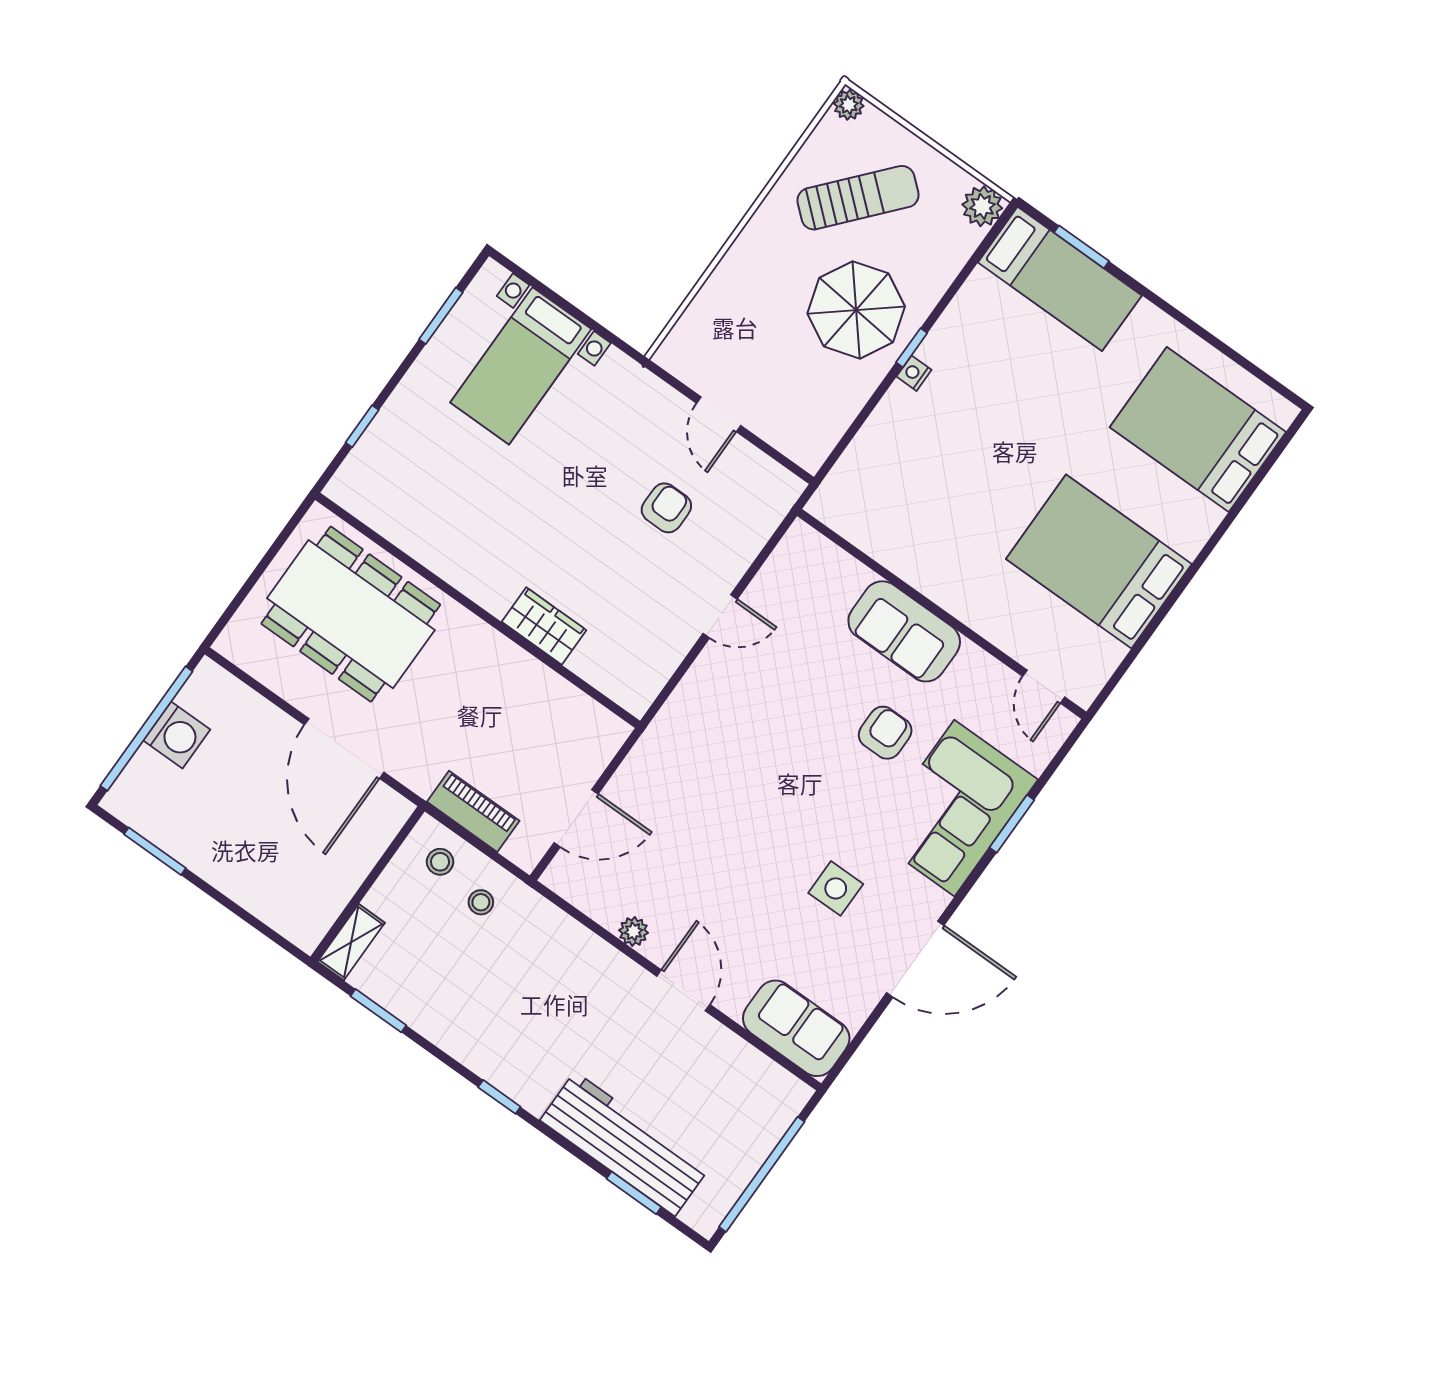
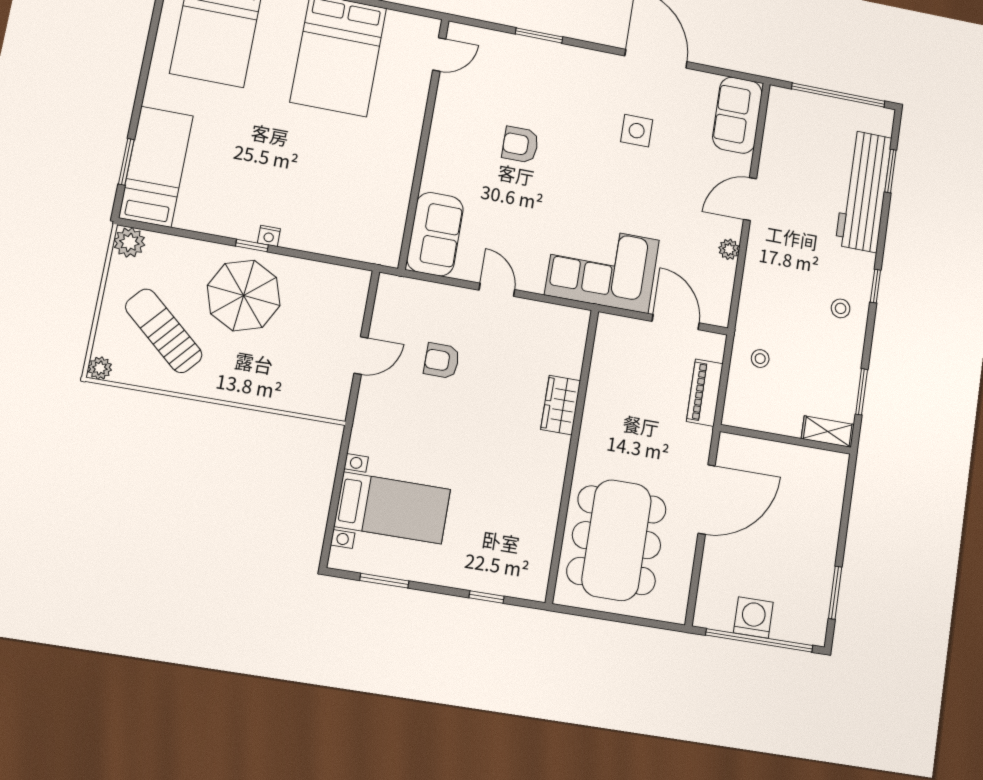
sofa: (904, 631) -> (435, 234), moved
corner sofa: (954, 808) -> (602, 267), moved, turned 180
stool: (440, 862) -> (841, 308), moved

